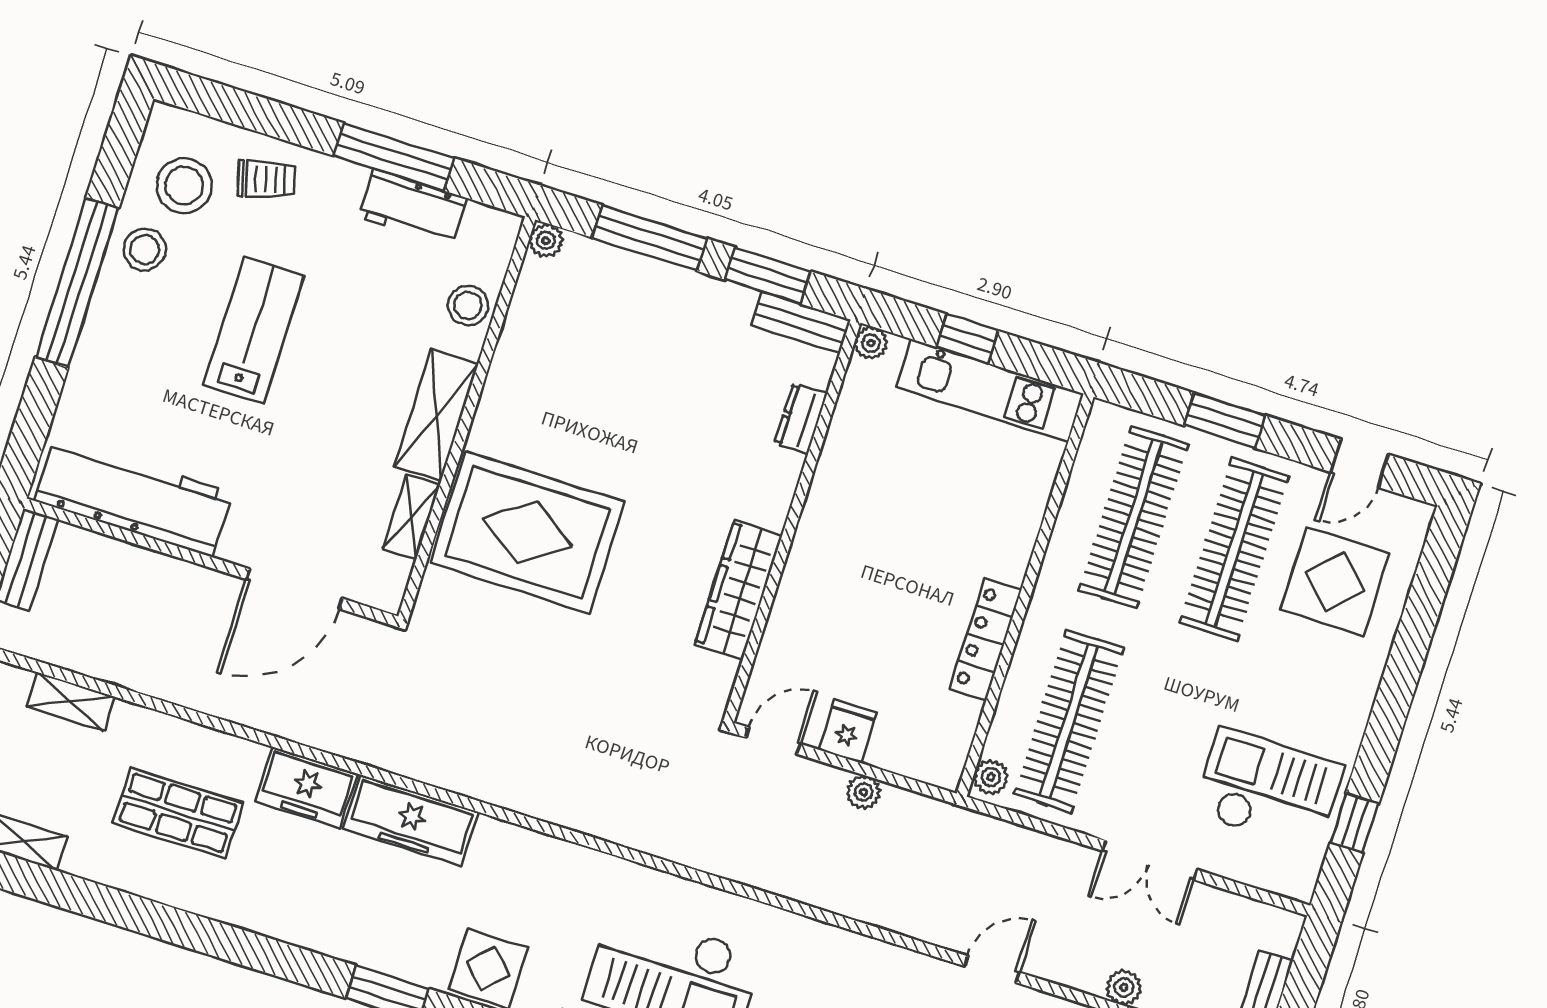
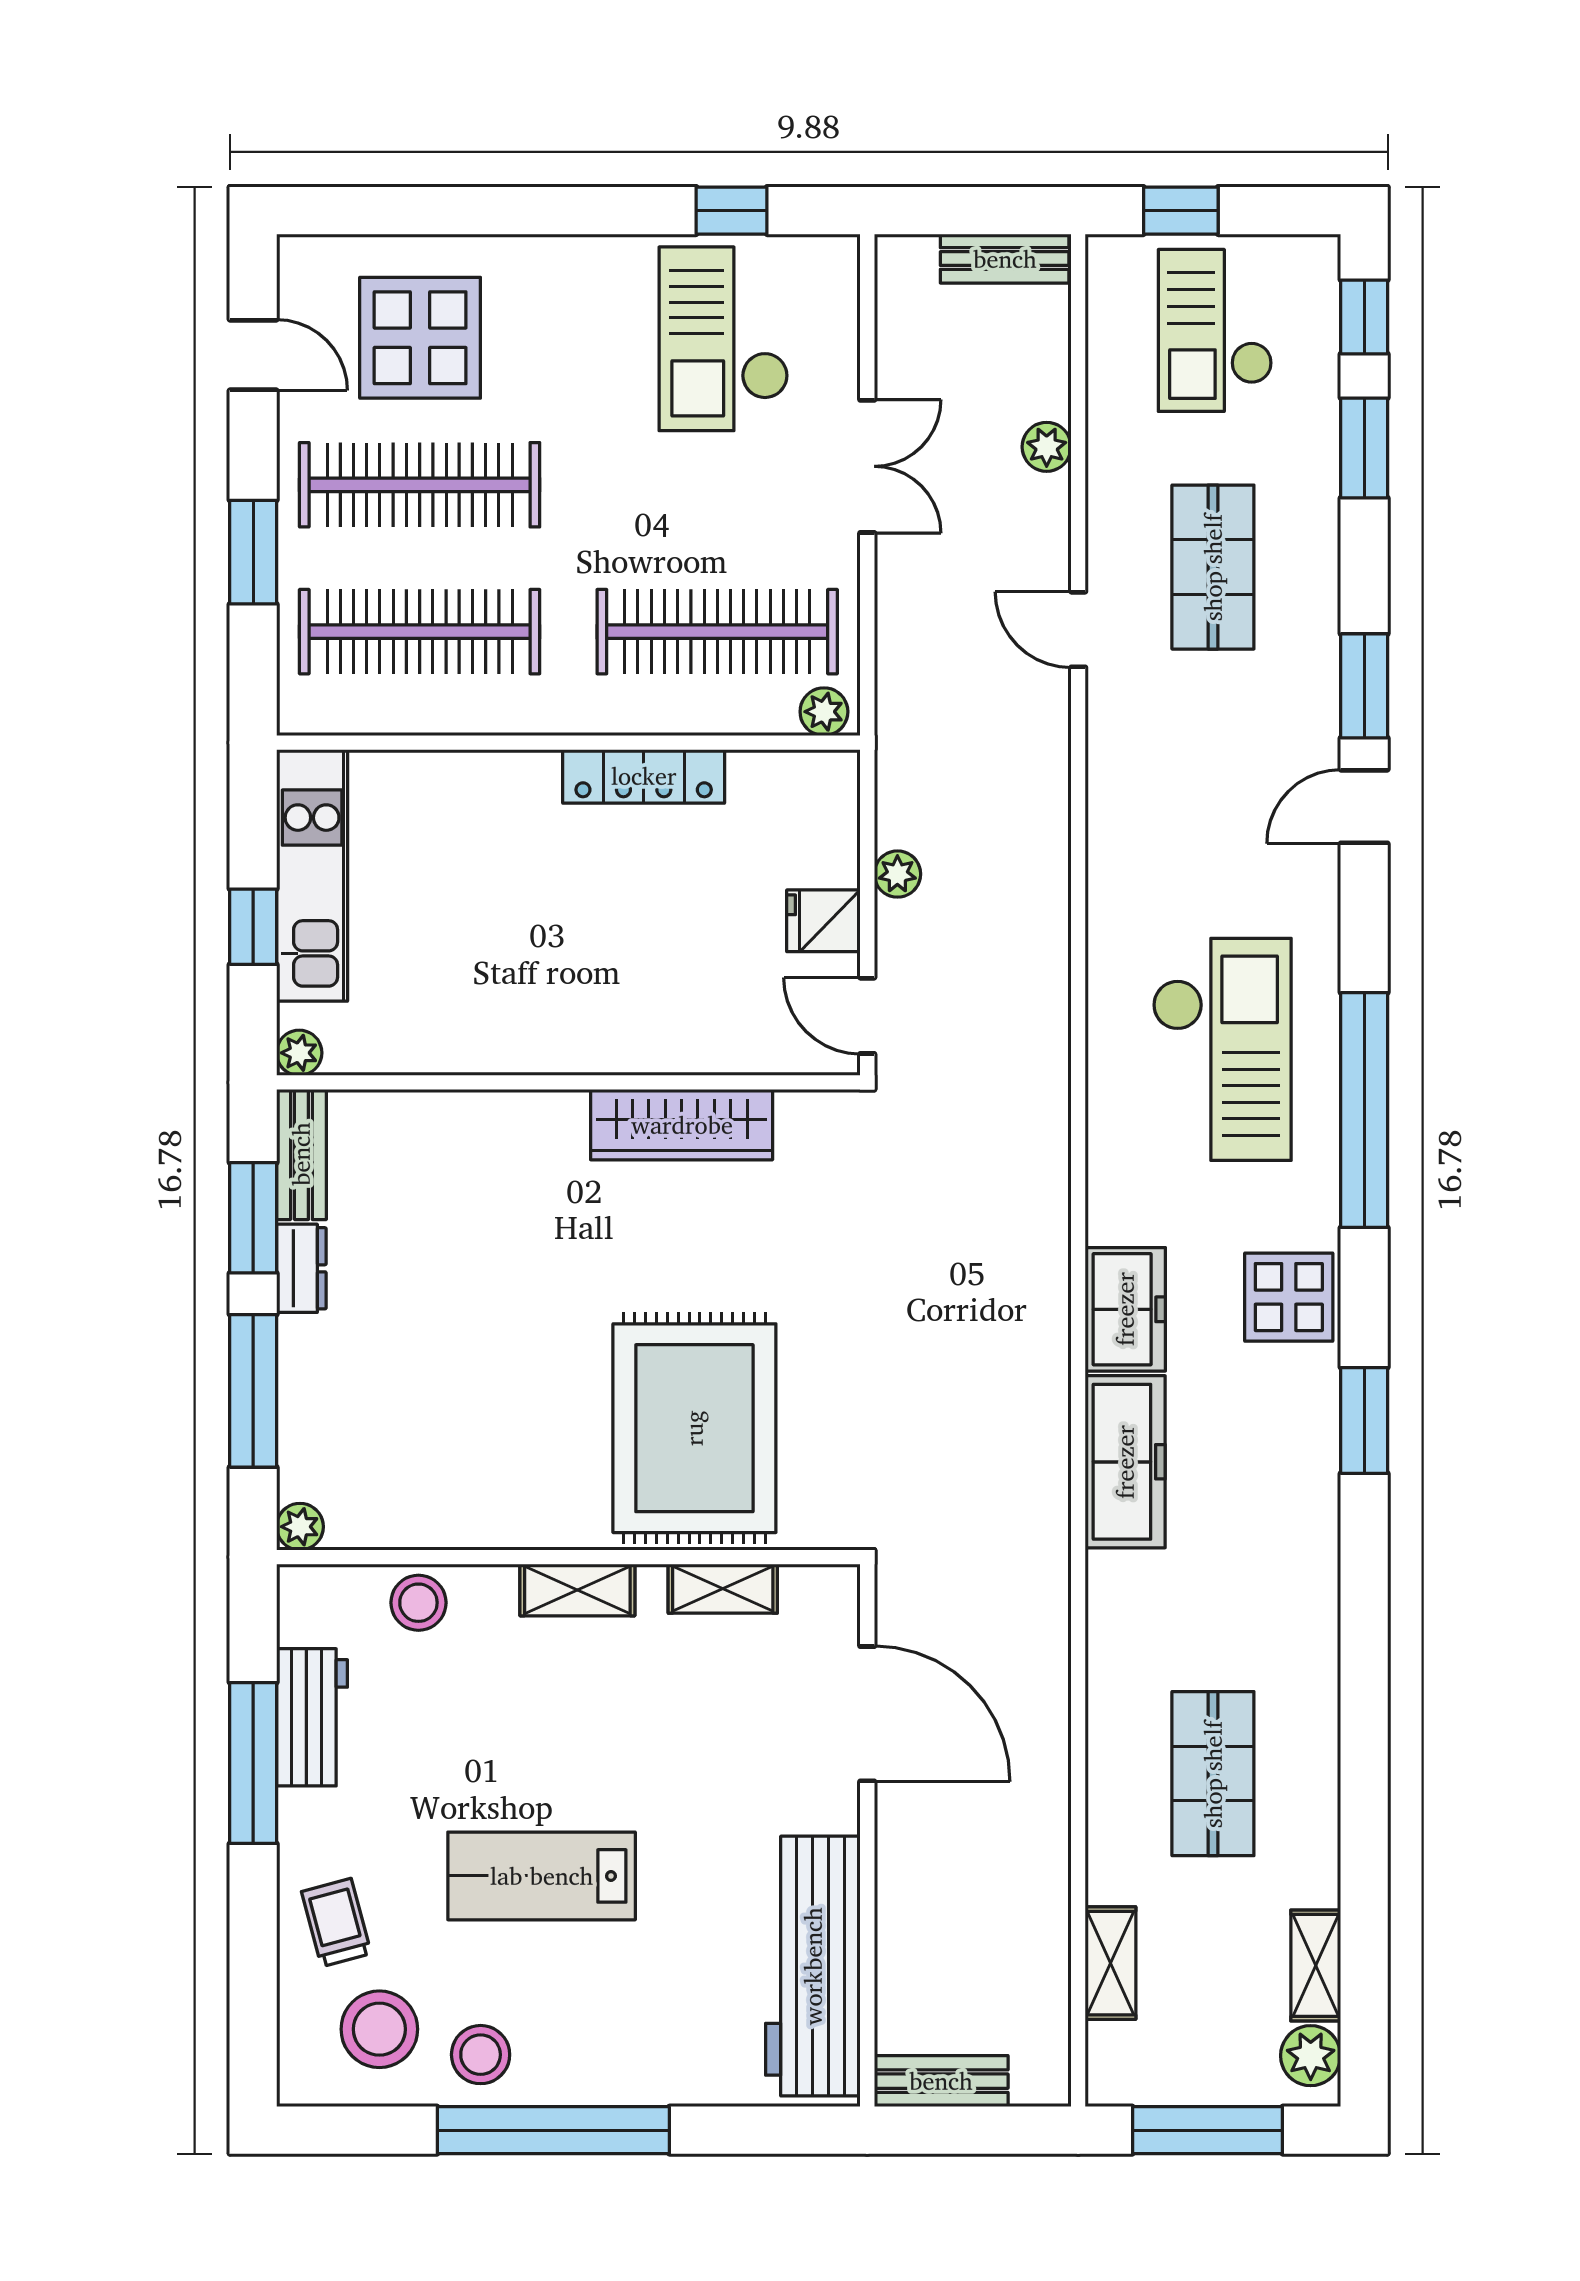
shelving: (436, 415) -> (577, 1590), width x0.67, depth x0.75
dresser: (801, 418) -> (301, 1268), moved, turned -90
freezer: (306, 787) -> (1125, 1309), moved

